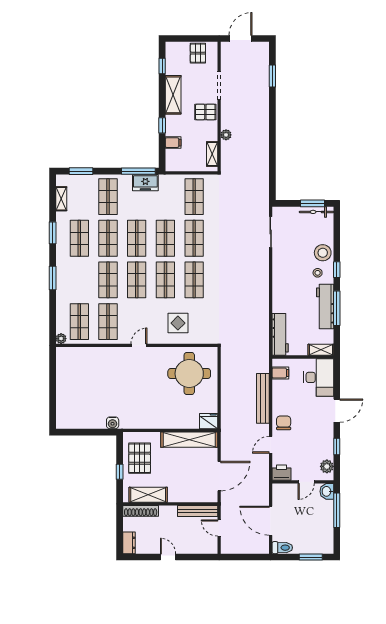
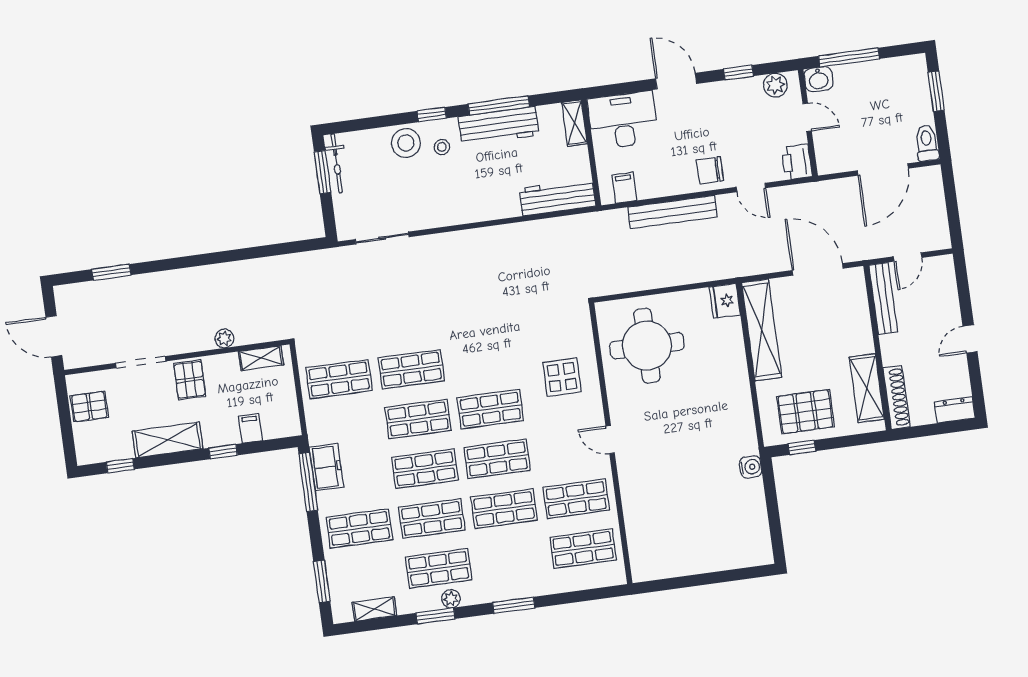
shop shelf: (194, 280) -> (484, 359), removed
plant: (61, 339) -> (451, 599), moved
window: (120, 472) -> (802, 447), moved

